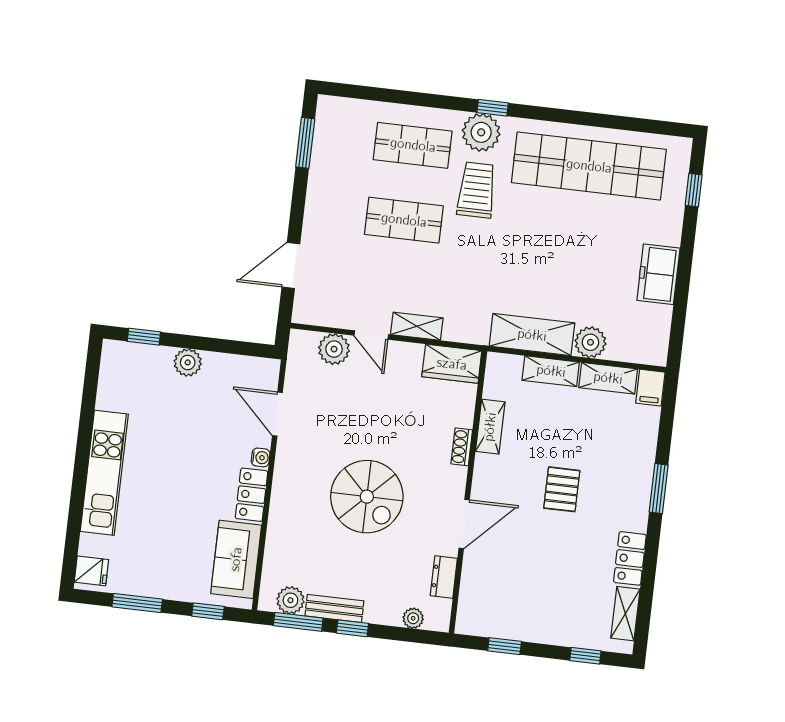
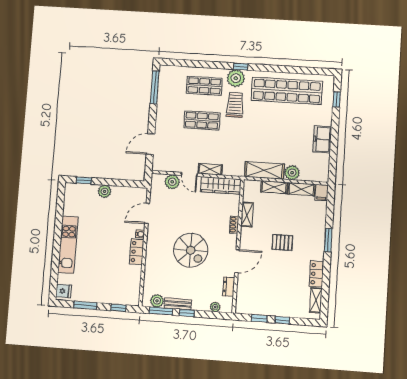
window: (305, 143) -> (155, 87), width x1.44
wardrobe: (452, 364) -> (221, 185), width x1.50
door: (277, 414) -> (147, 213), hinge flipped
pallet: (562, 489) -> (282, 243), turned 90
sofa: (236, 559) -> (131, 283), removed
window: (585, 656) -> (282, 320), moved

